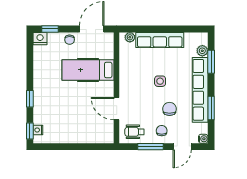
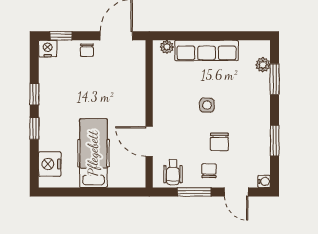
hospital bed: (88, 70) -> (93, 153), moved, turned 90
row of seats: (200, 90) -> (260, 117), removed
chair: (169, 109) -> (219, 142), turned 180
nightstand: (38, 130) -> (50, 164), width x1.89, depth x1.79
window: (30, 131) -> (34, 94), moved
wheelchair: (134, 132) -> (173, 172), turned -90
door: (182, 147) -> (236, 192), hinge flipped

